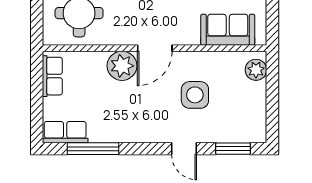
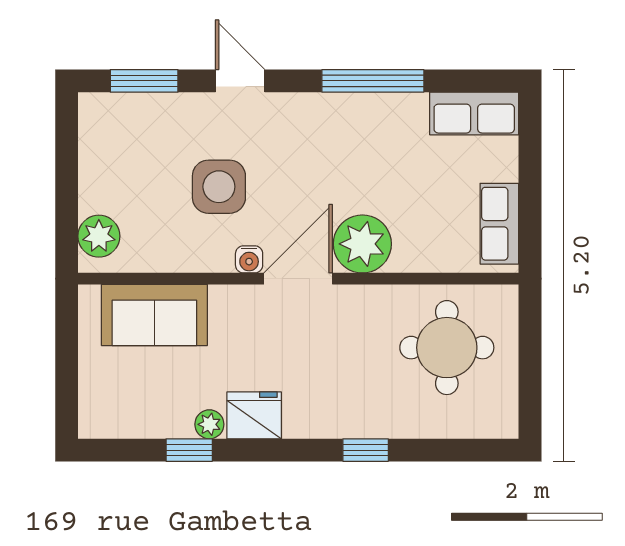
water cooler: (180, 58) -> (249, 259), added
window: (93, 149) -> (373, 81), moved

